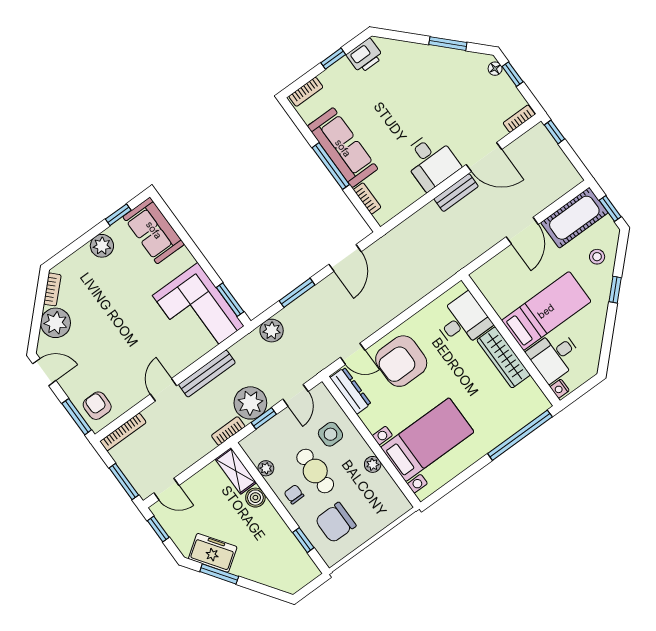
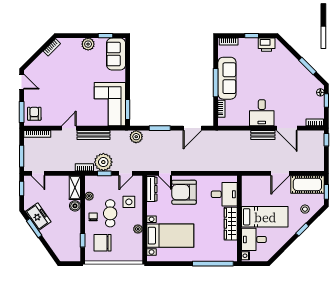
plant: (56, 323) -> (43, 63), removed

